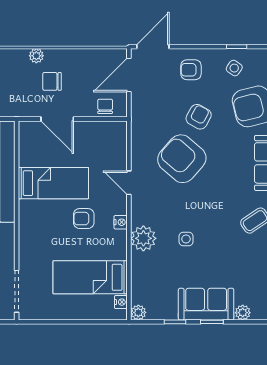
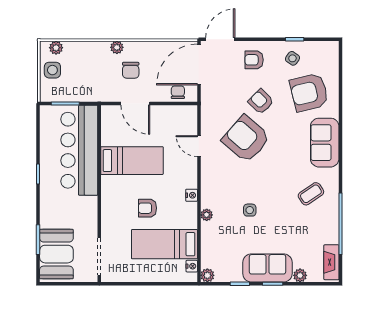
door: (129, 75) -> (199, 65), width x1.36
chair: (52, 81) -> (131, 70), turned -90
armchair: (199, 117) -> (261, 102), turned -74
door: (129, 183) -> (199, 146), moved
armchair: (84, 219) -> (148, 208), moved
plant: (143, 238) -> (207, 215), width x0.53, depth x0.53

